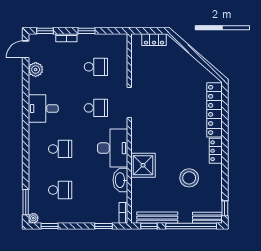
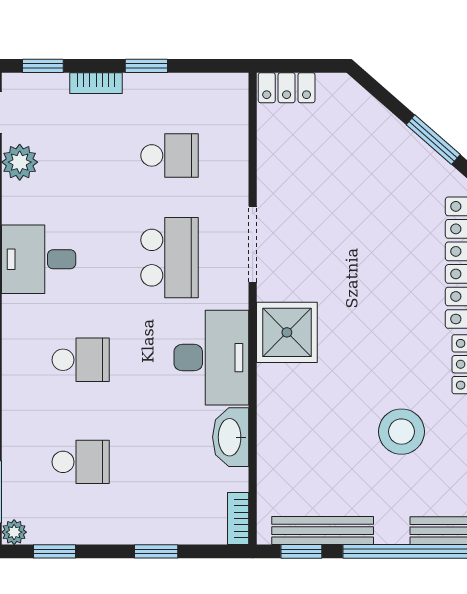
locker: (154, 40) -> (287, 88), moved
window: (202, 60) -> (433, 140), added
school desk: (96, 108) -> (169, 258), width x1.85
shower: (143, 165) -> (287, 332), moved
window: (103, 226) -> (156, 551), moved

